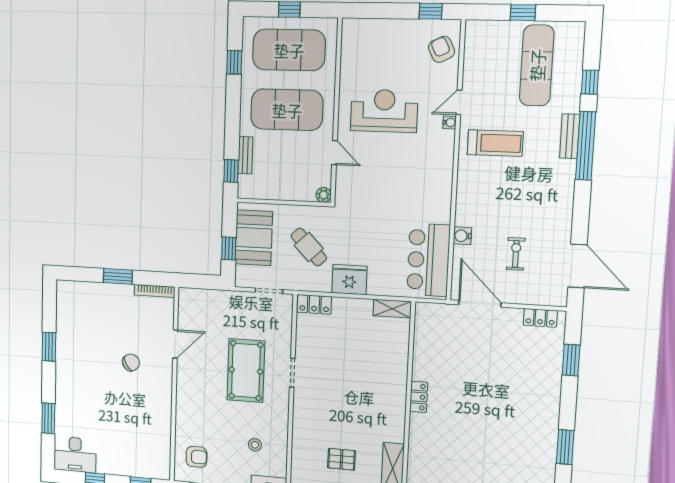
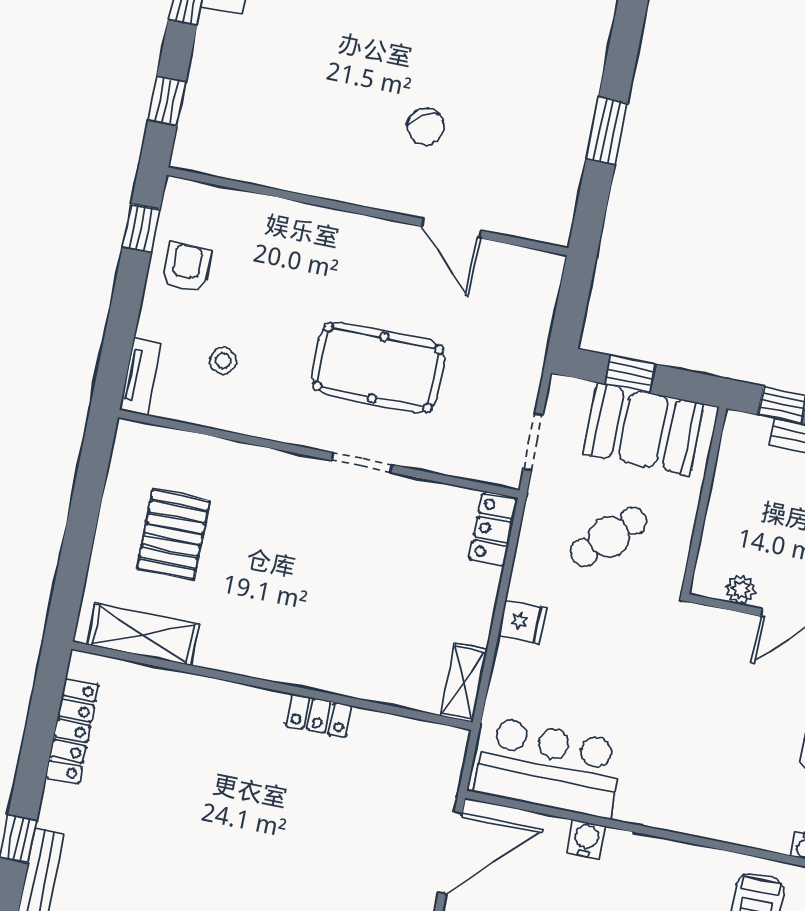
plant: (324, 195) -> (741, 590), moved
fridge: (349, 280) -> (523, 622), width x0.53, depth x0.75
bookcase: (155, 291) -> (566, 204), removed
locker: (419, 397) -> (319, 716), moved
armchair: (197, 457) -> (186, 267), moved, turned 180
pallet: (342, 459) -> (173, 535), width x1.50, depth x1.42

